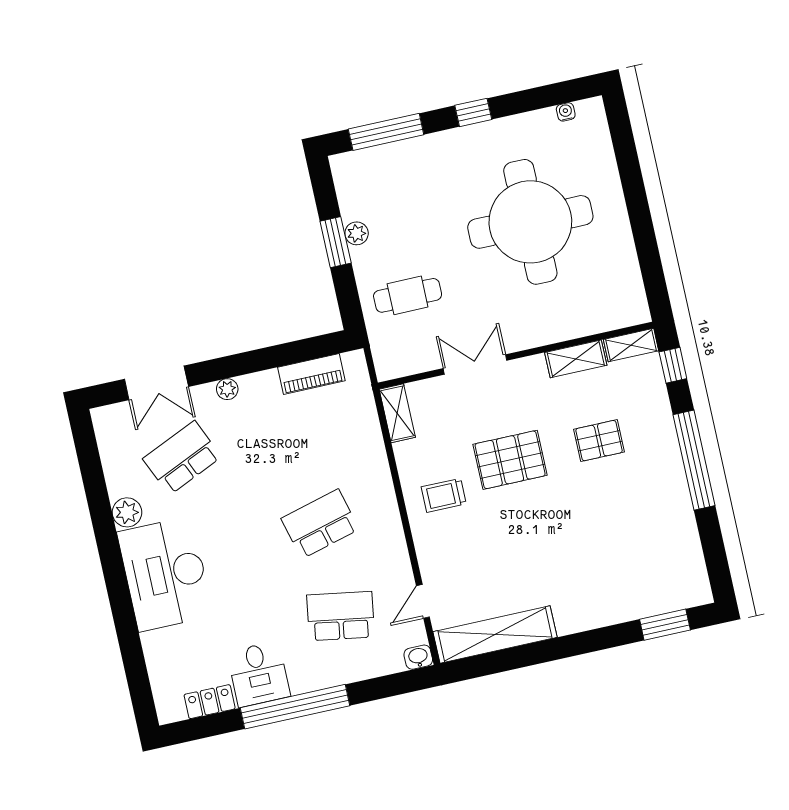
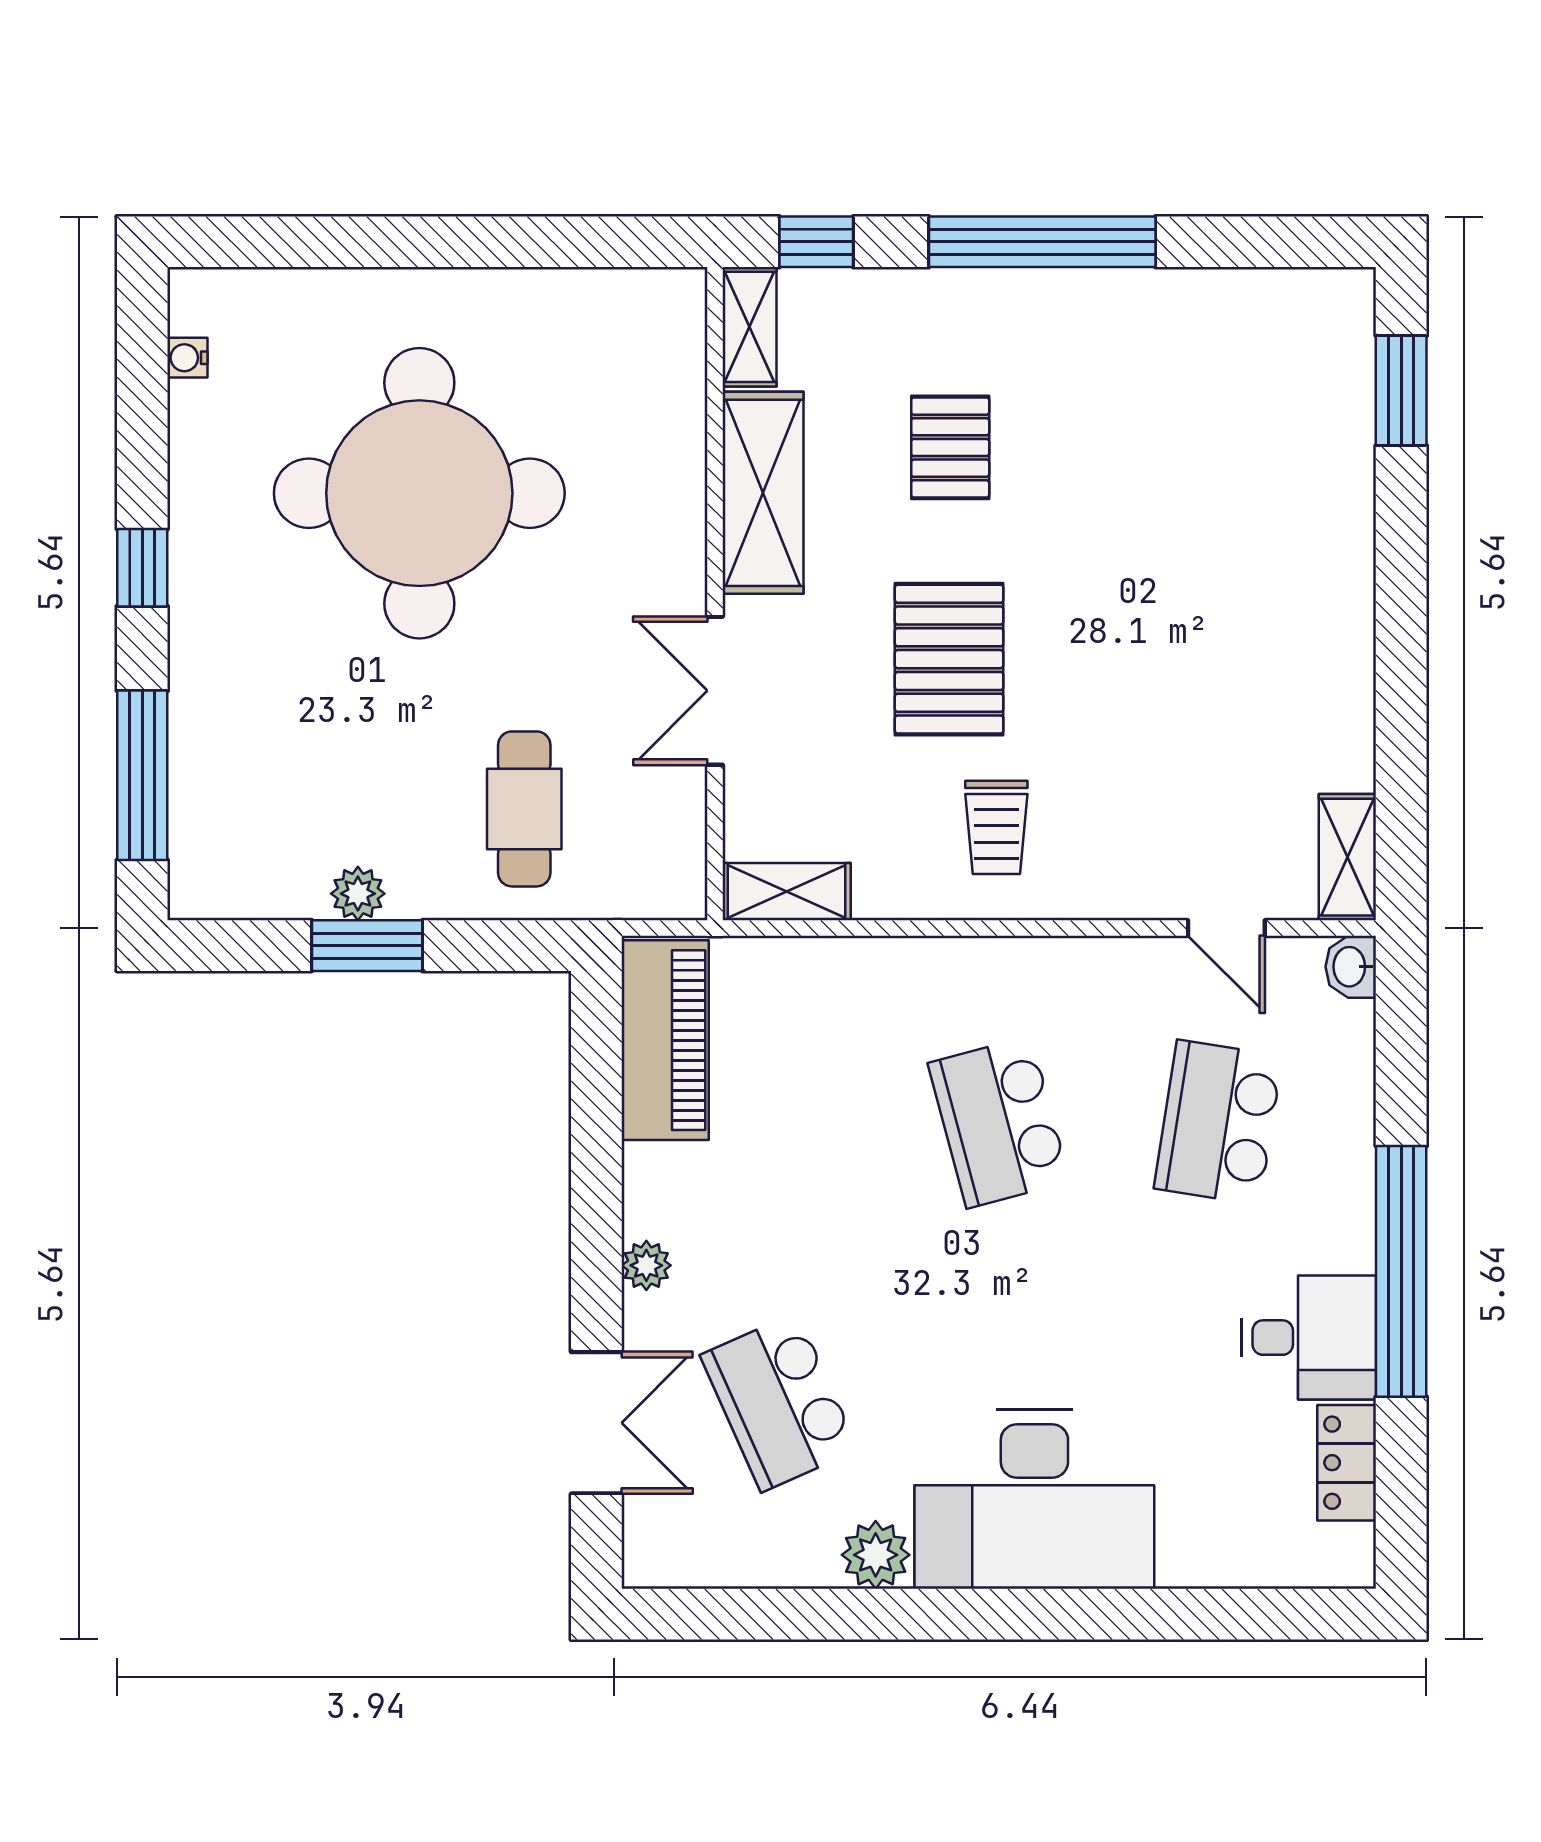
shelving: (576, 359) -> (763, 493), width x1.50, depth x1.33
piano: (311, 374) -> (665, 1040), width x1.37, depth x1.33
shelving: (495, 634) -> (1347, 857), width x0.45, depth x0.75

